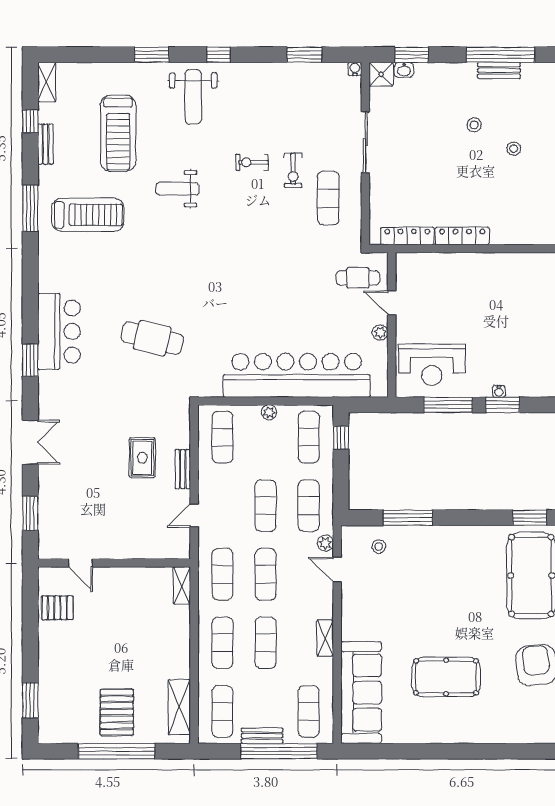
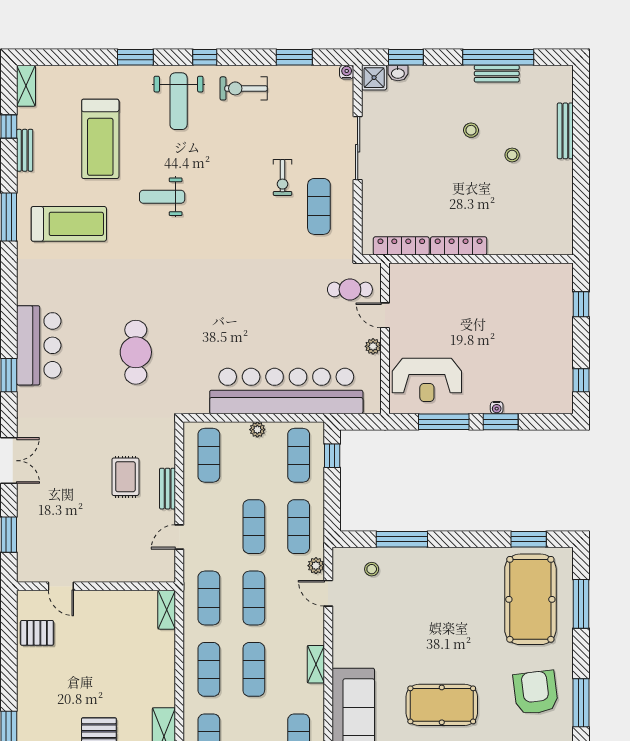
exercise bike: (252, 162) -> (244, 88), moved, width x1.38, depth x1.39
cafe table: (152, 338) -> (136, 352), turned 76

